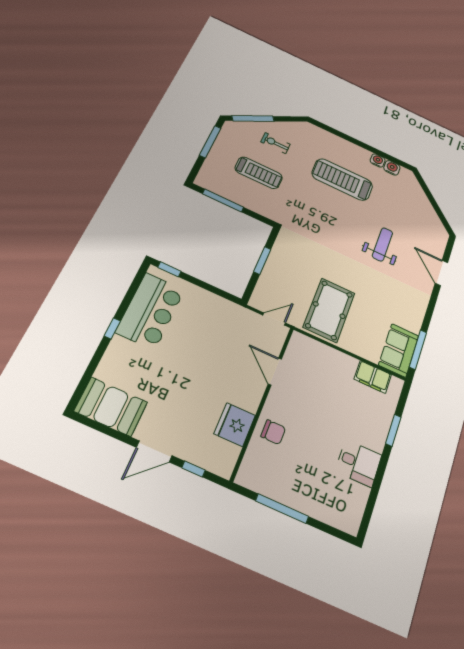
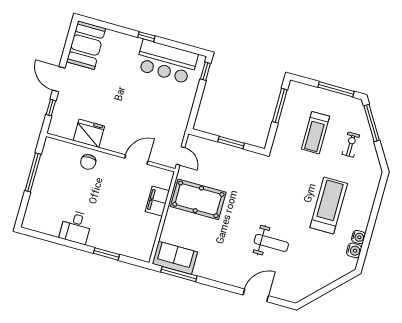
filing cabinet: (373, 377) -> (157, 201), moved

